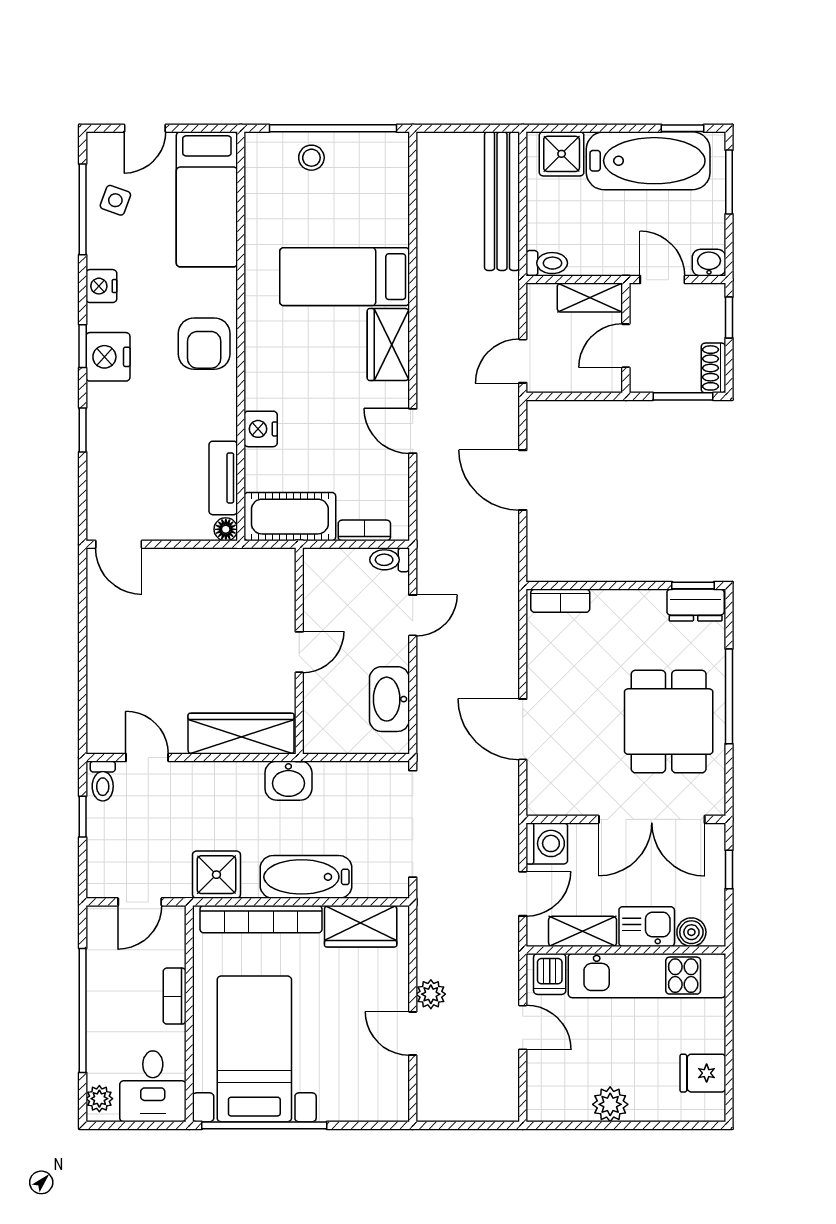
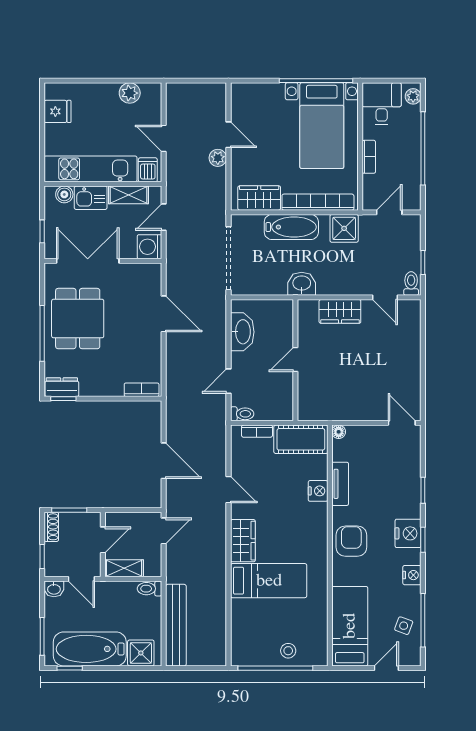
tv unit: (223, 478) -> (340, 484), moved
wardrobe: (241, 734) -> (340, 311), width x0.67
plant: (610, 1104) -> (130, 93), moved

